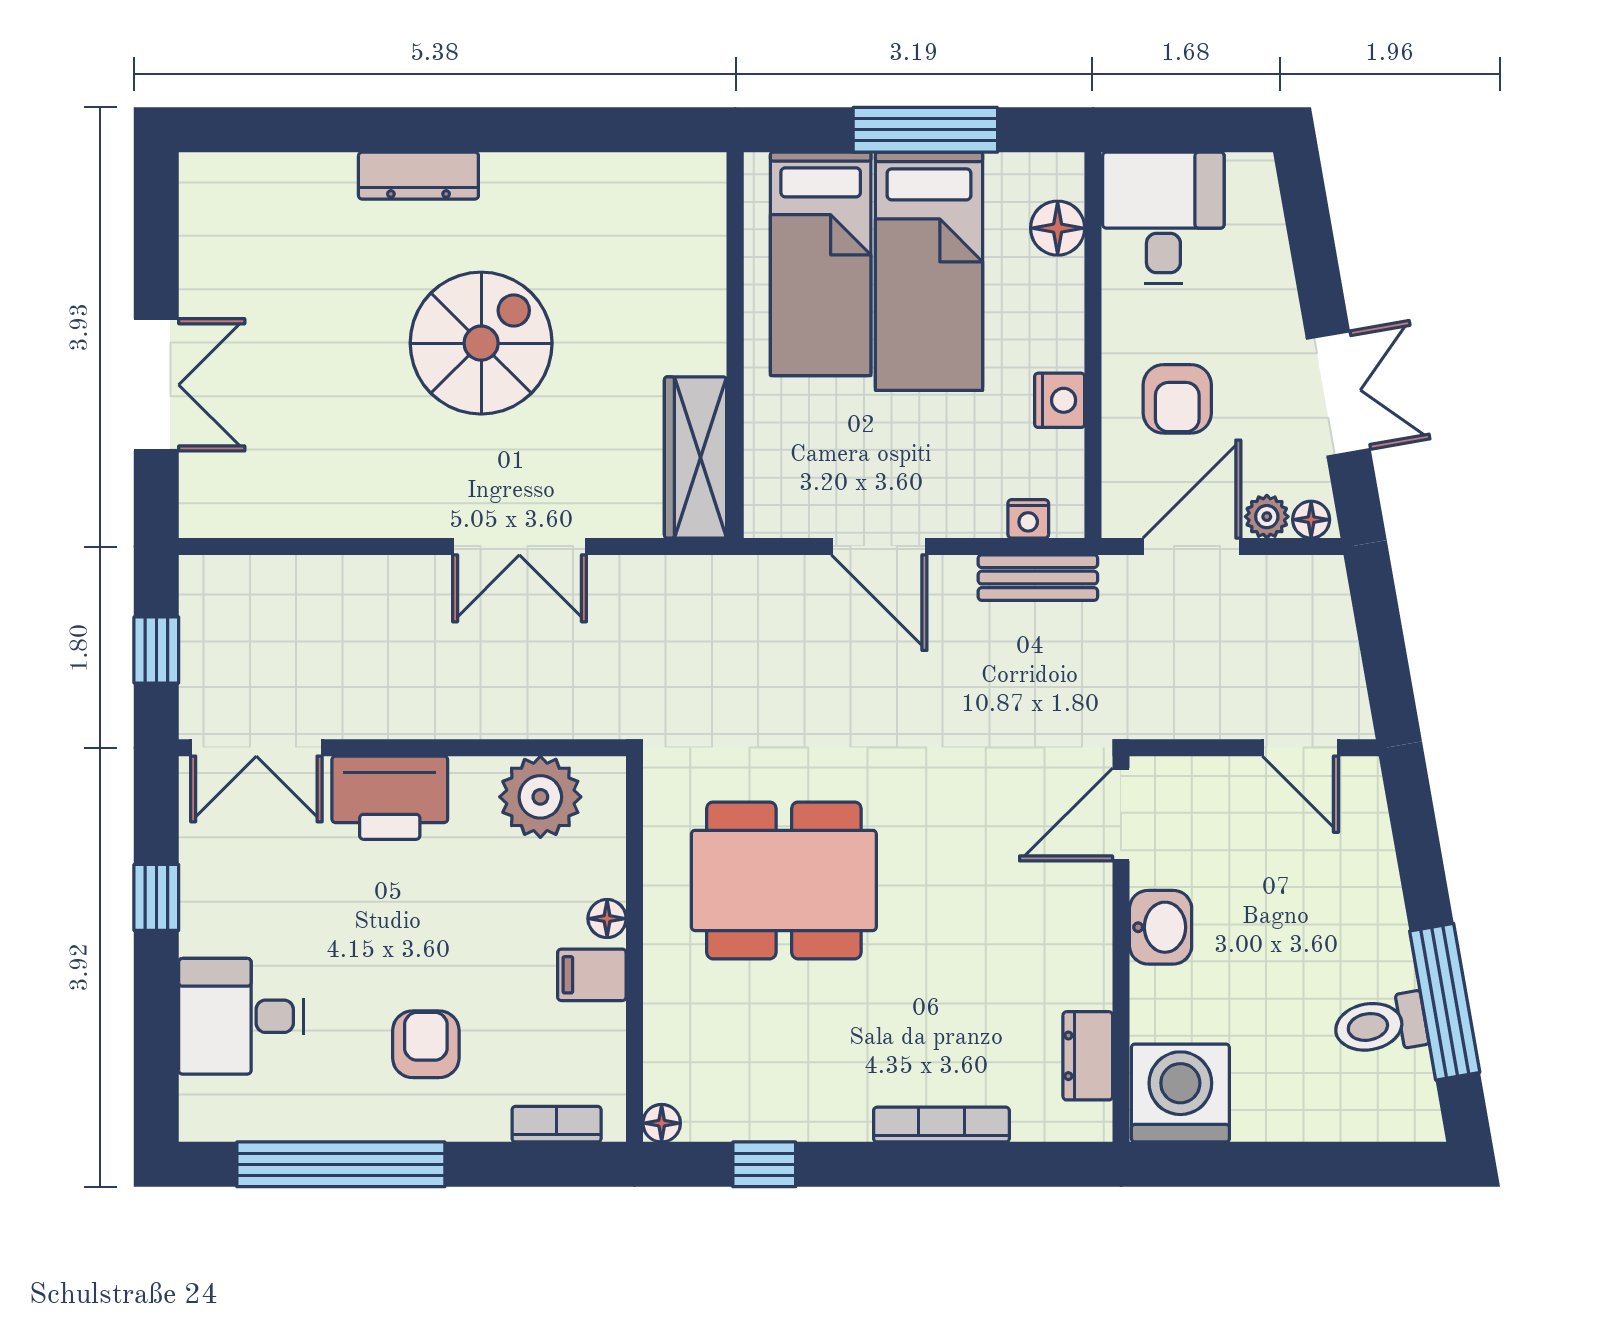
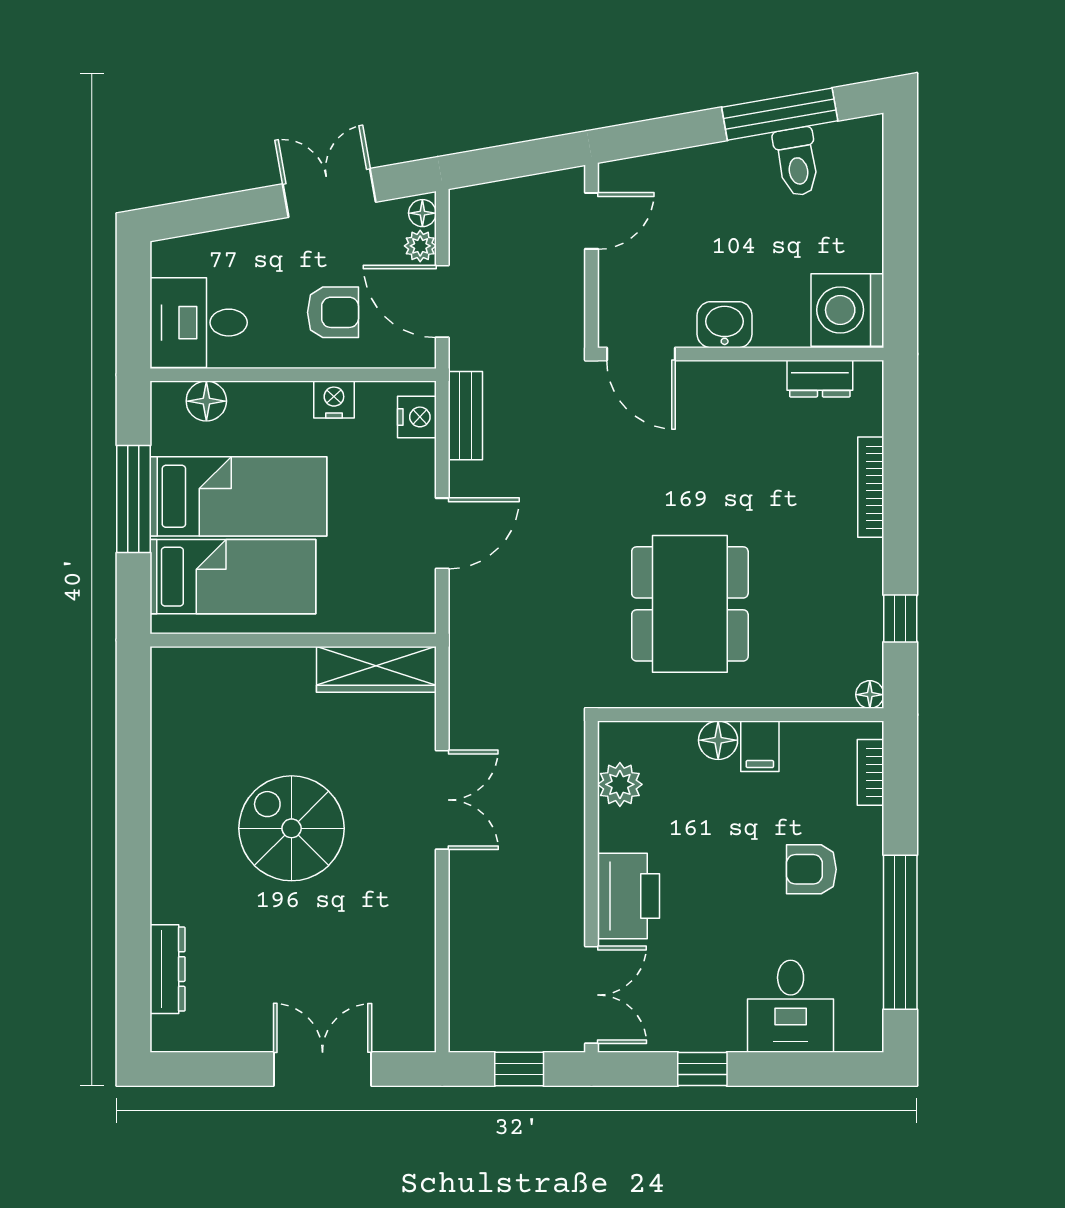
dresser: (418, 176) -> (167, 969), moved
nightstand: (1028, 519) -> (417, 417), width x1.39, depth x1.35
plant: (540, 797) -> (620, 784), width x0.73, depth x0.73
floor lamp: (607, 919) -> (718, 740), width x1.37, depth x1.37

